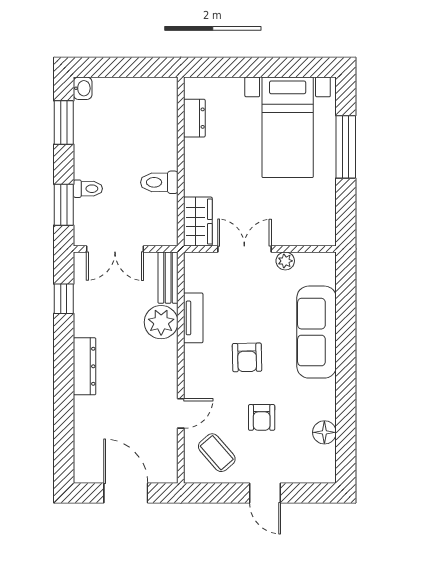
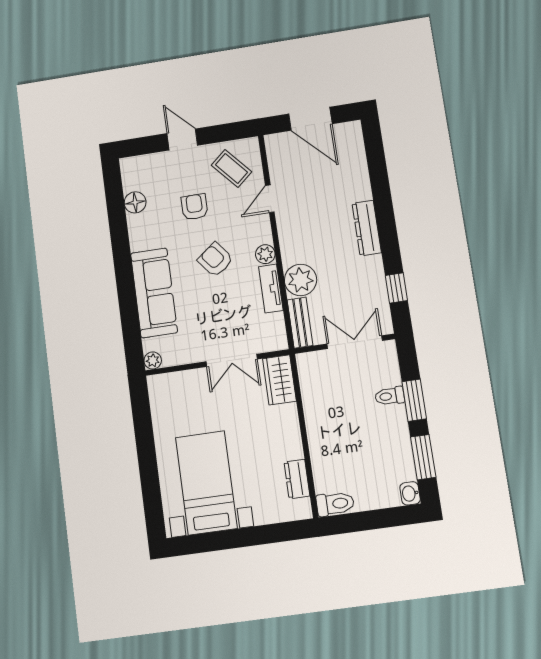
window: (346, 147) -> (149, 471), removed
toilet: (159, 182) -> (335, 504), moved
window: (64, 205) -> (414, 400), moved
plant: (285, 261) -> (153, 360), moved
plant: (194, 355) -> (265, 254), added
armchair: (247, 357) -> (215, 260), turned -37

